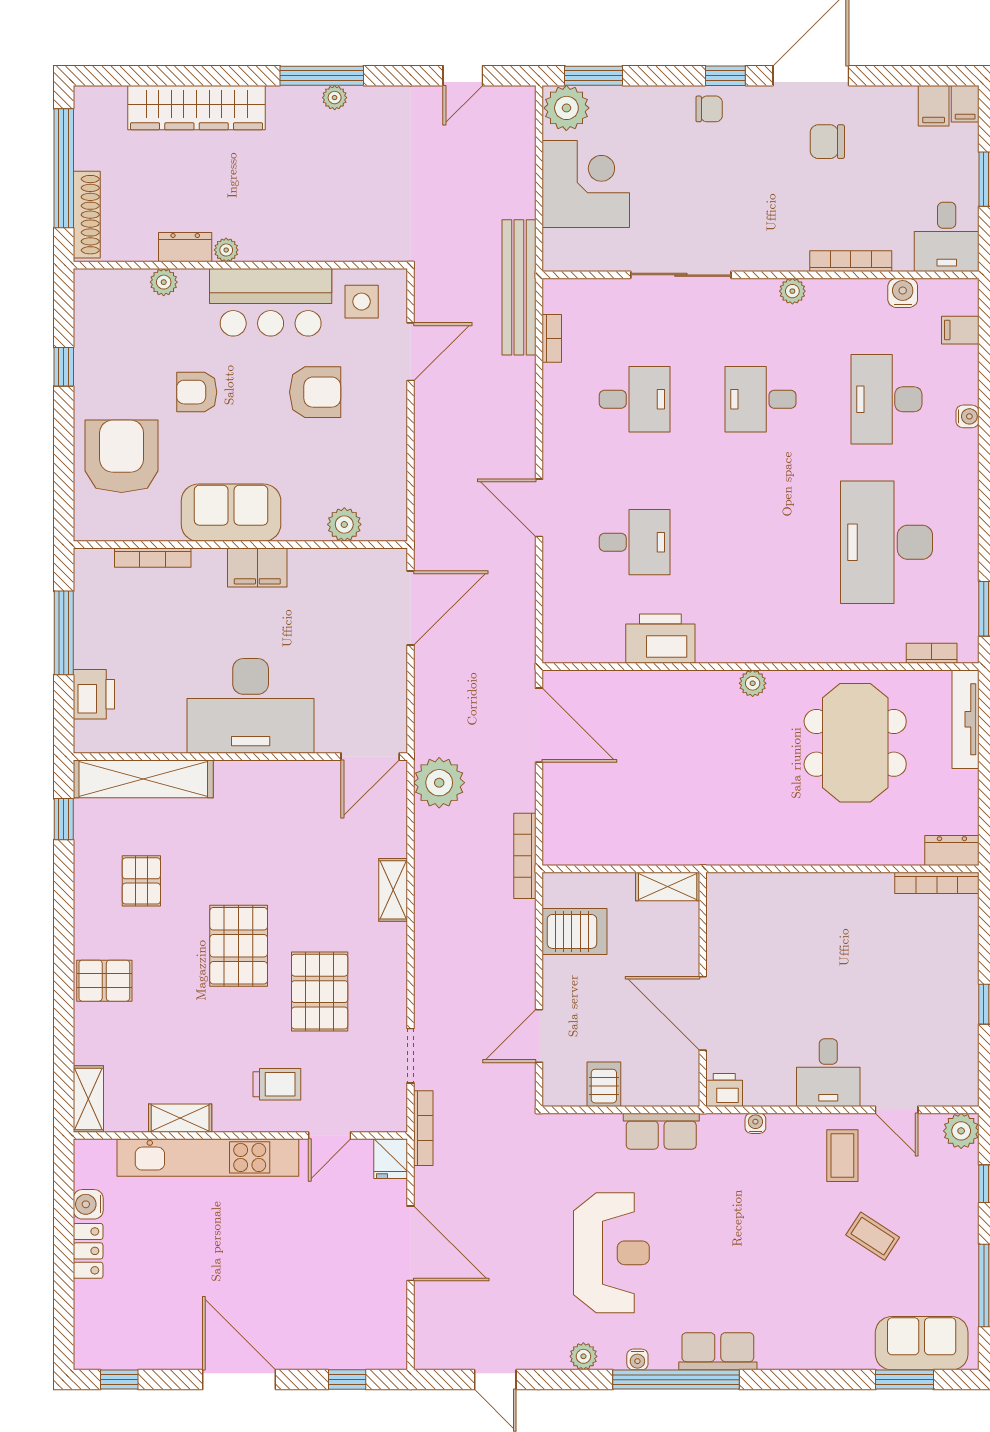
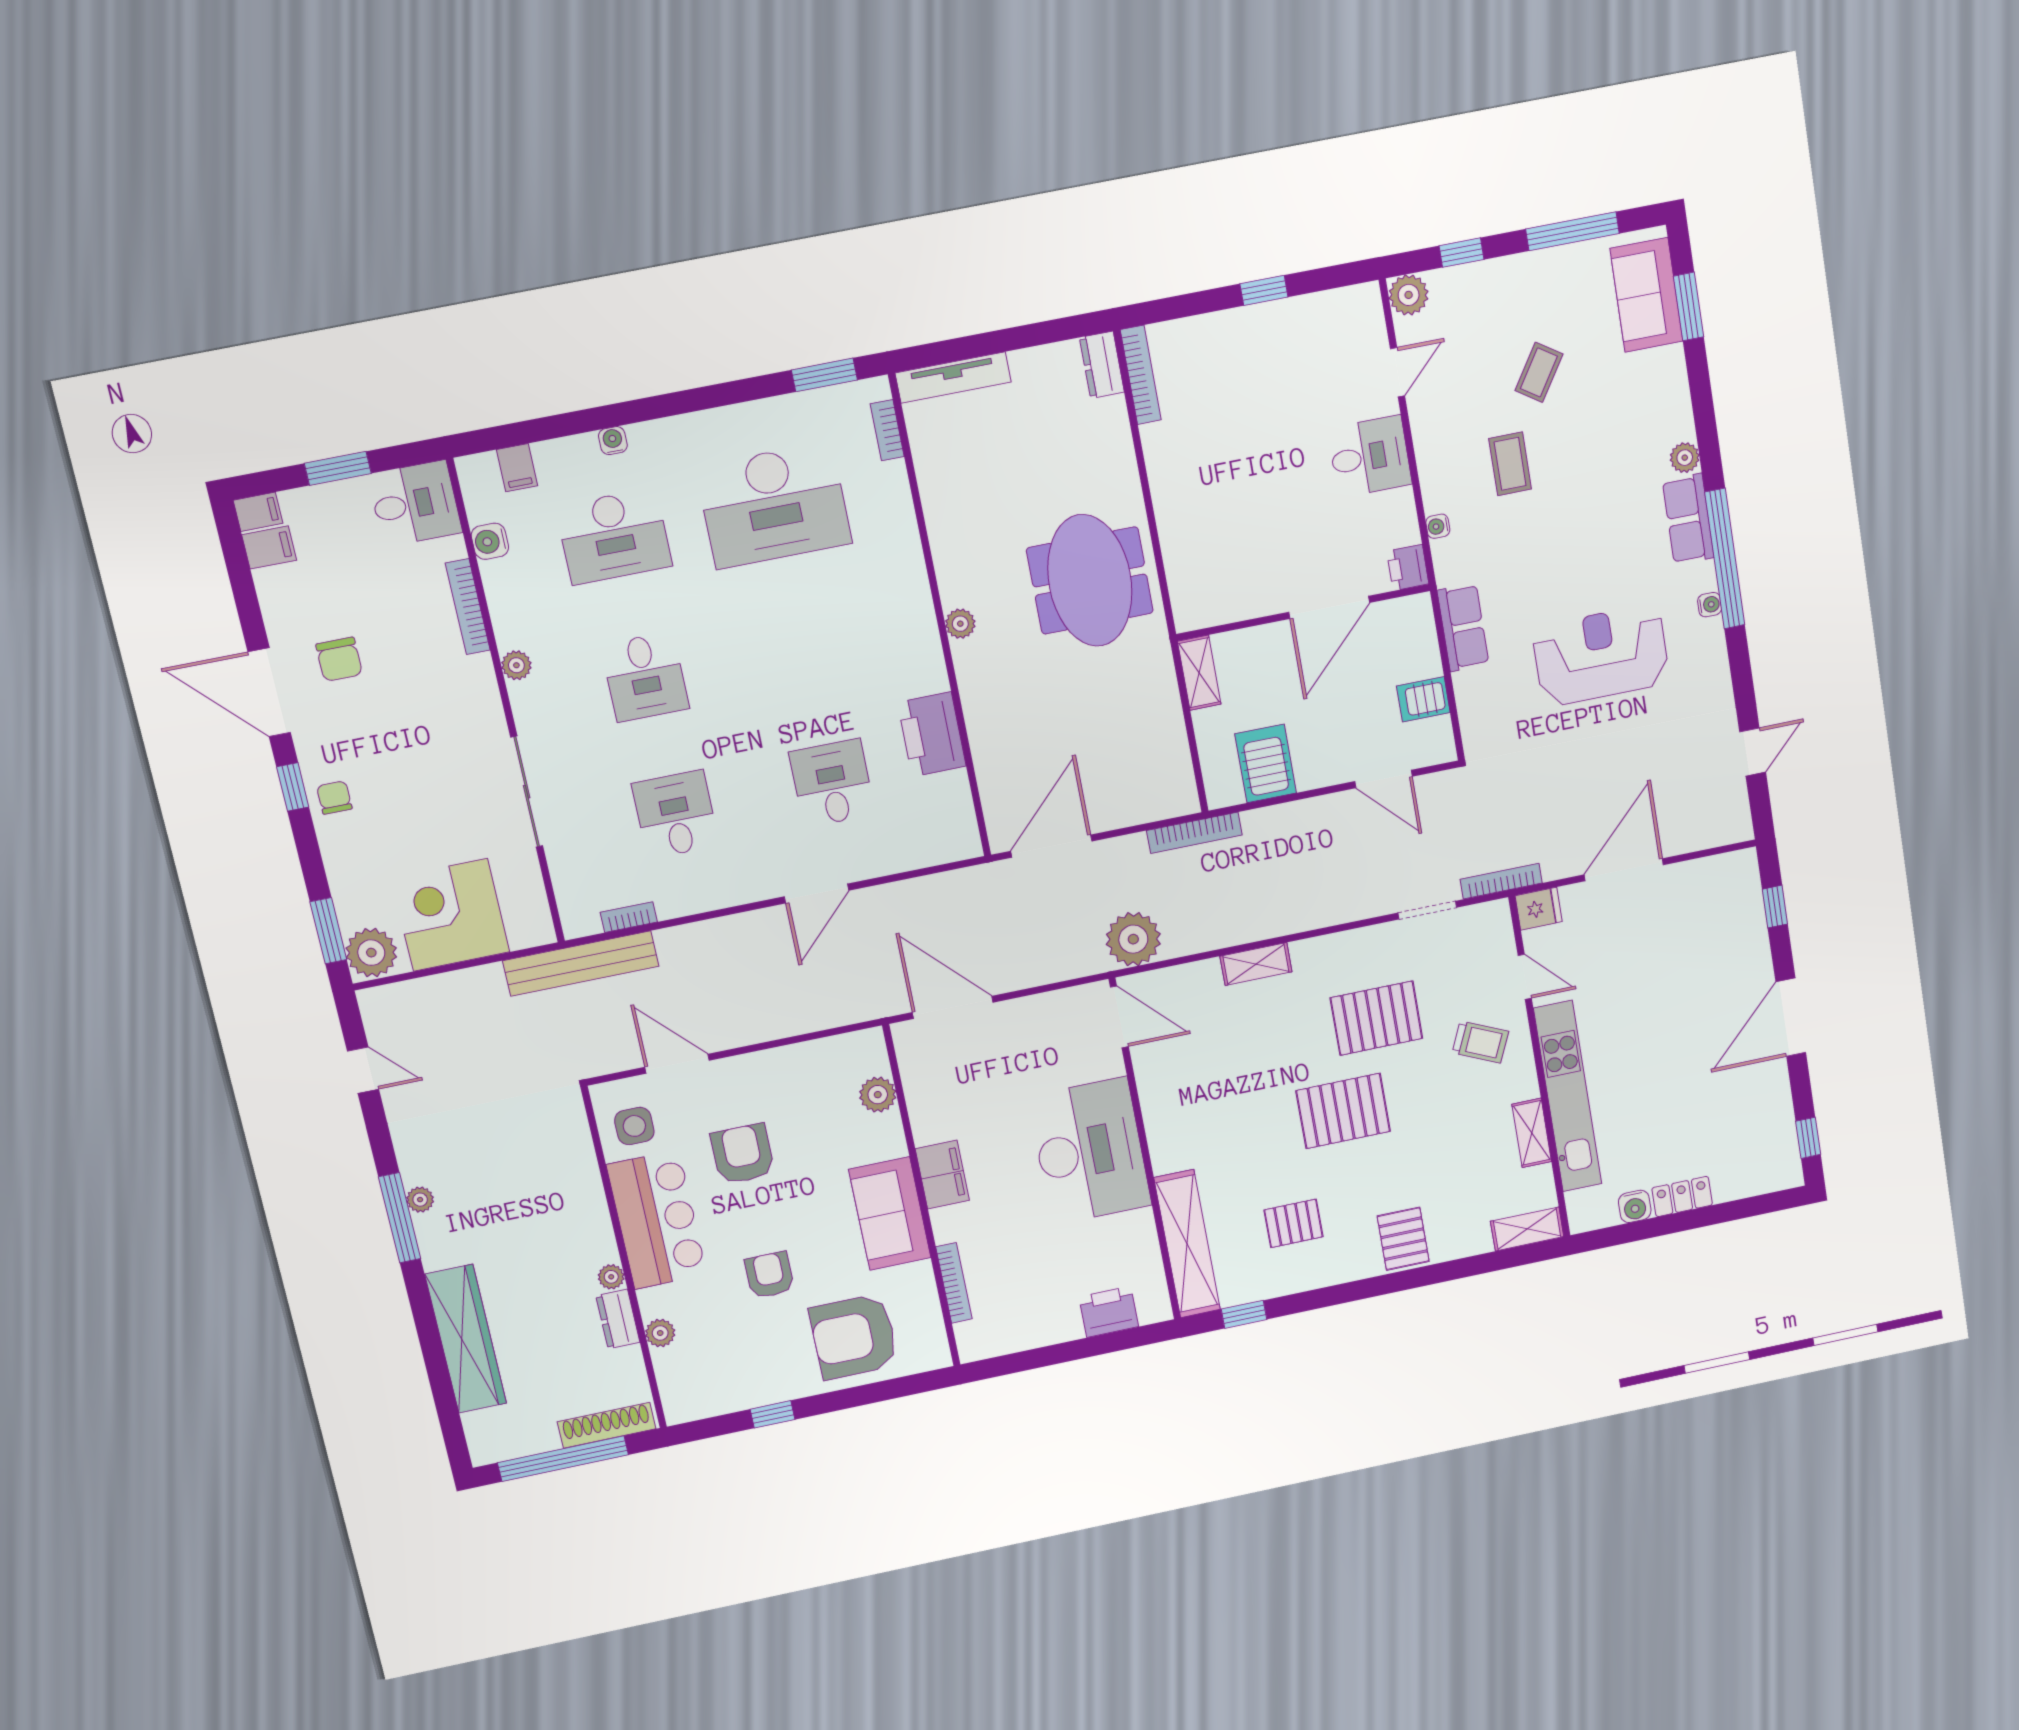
armchair: (197, 392) -> (769, 1275), turned 180
window: (64, 633) -> (1051, 1355), removed
meeting table: (855, 743) -> (1090, 581), moved, turned 90
trolley: (277, 1084) -> (1480, 1042), turned 114
coffee table: (842, 1156) -> (1510, 464), moved, turned 90
plant: (583, 1356) -> (1685, 458), moved

